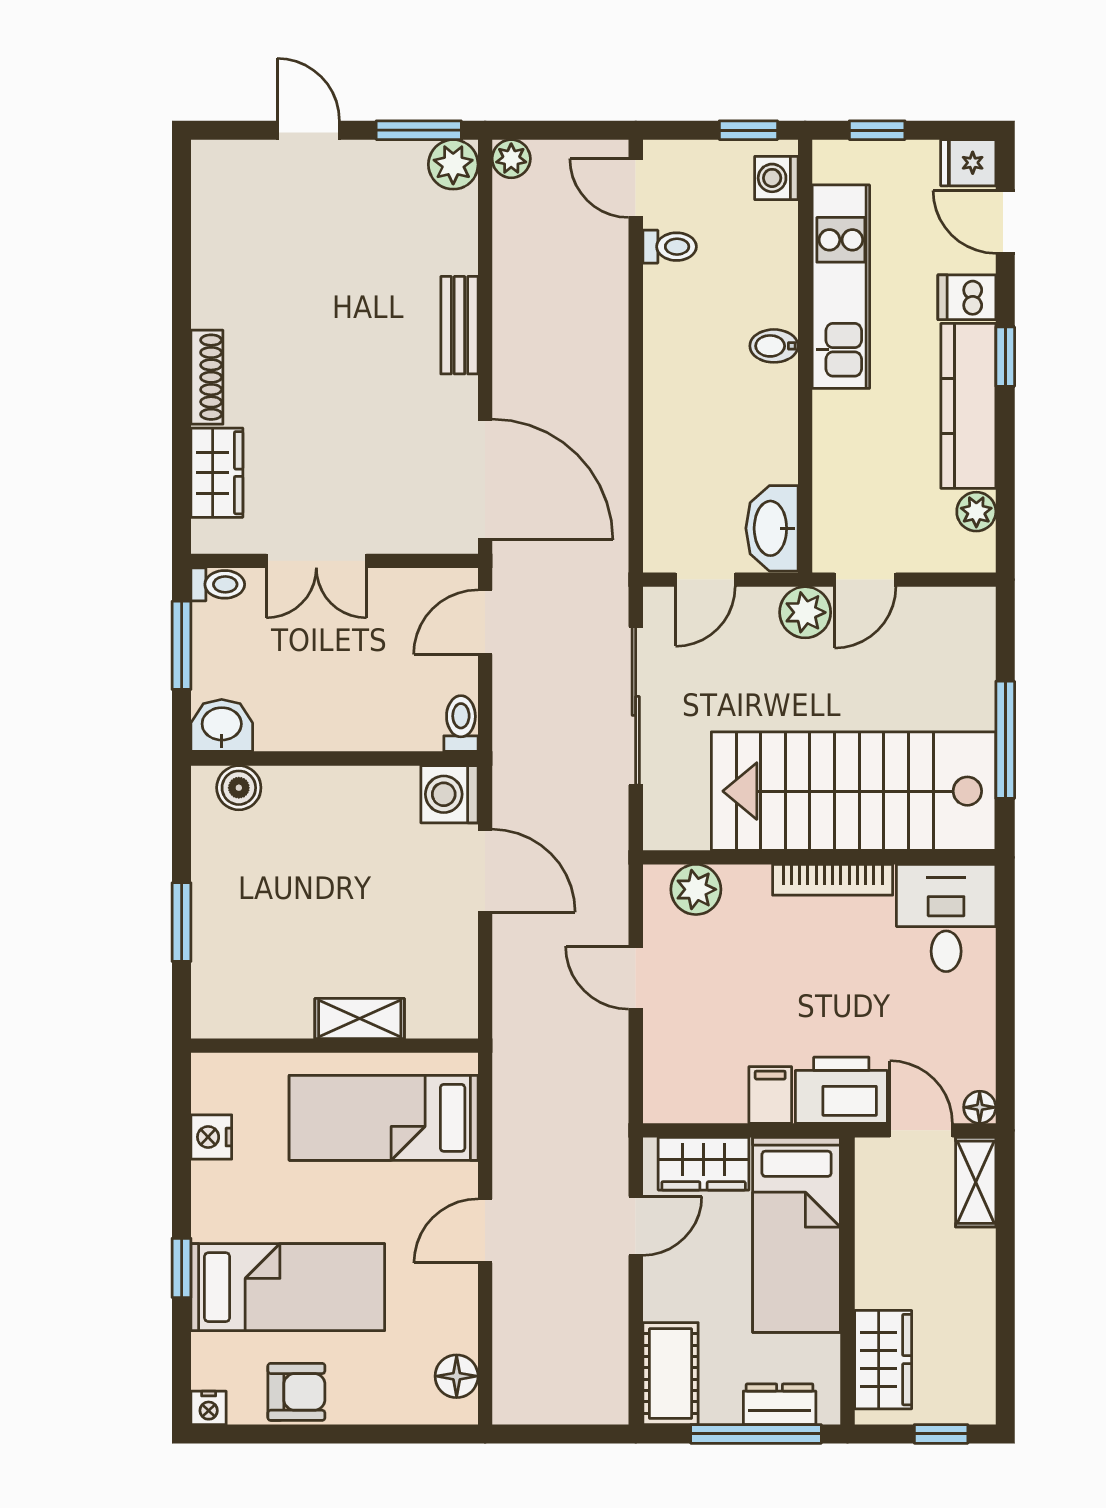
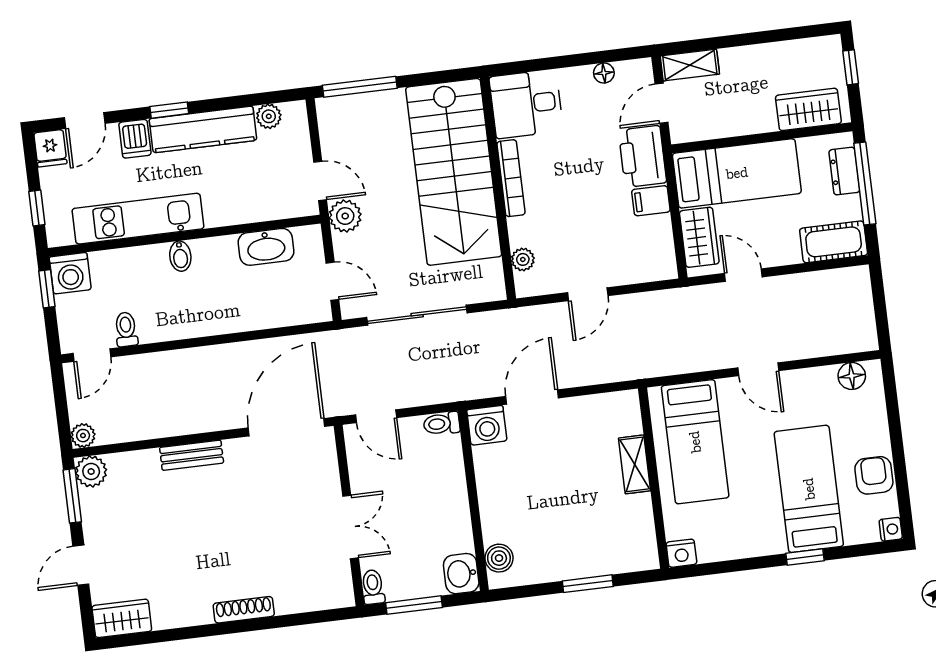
washing machine: (776, 178) -> (70, 273), width x1.38, depth x1.38
wardrobe: (217, 473) -> (122, 618), moved
washbasin: (772, 528) -> (266, 247), moved
window: (1005, 740) -> (360, 87), moved
plant: (696, 889) -> (523, 259), width x0.73, depth x0.73
floor lamp: (980, 1107) -> (604, 73), moved
nightstand: (211, 1137) -> (681, 553), moved

